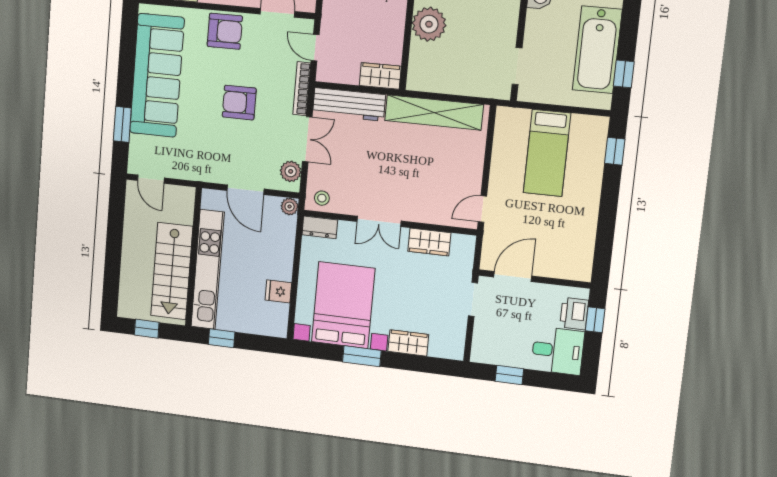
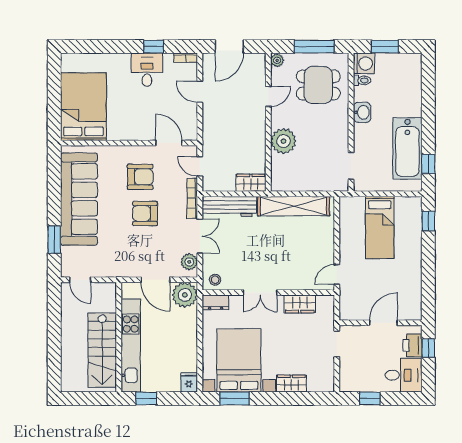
armchair: (225, 31) -> (140, 177), moved
plant: (290, 207) -> (185, 295), width x1.87, depth x1.87
door: (513, 277) -> (384, 323), moved
fridge: (278, 291) -> (189, 382), moved, turned 90
window: (147, 329) -> (86, 398), removed
window: (362, 356) -> (235, 398), moved

